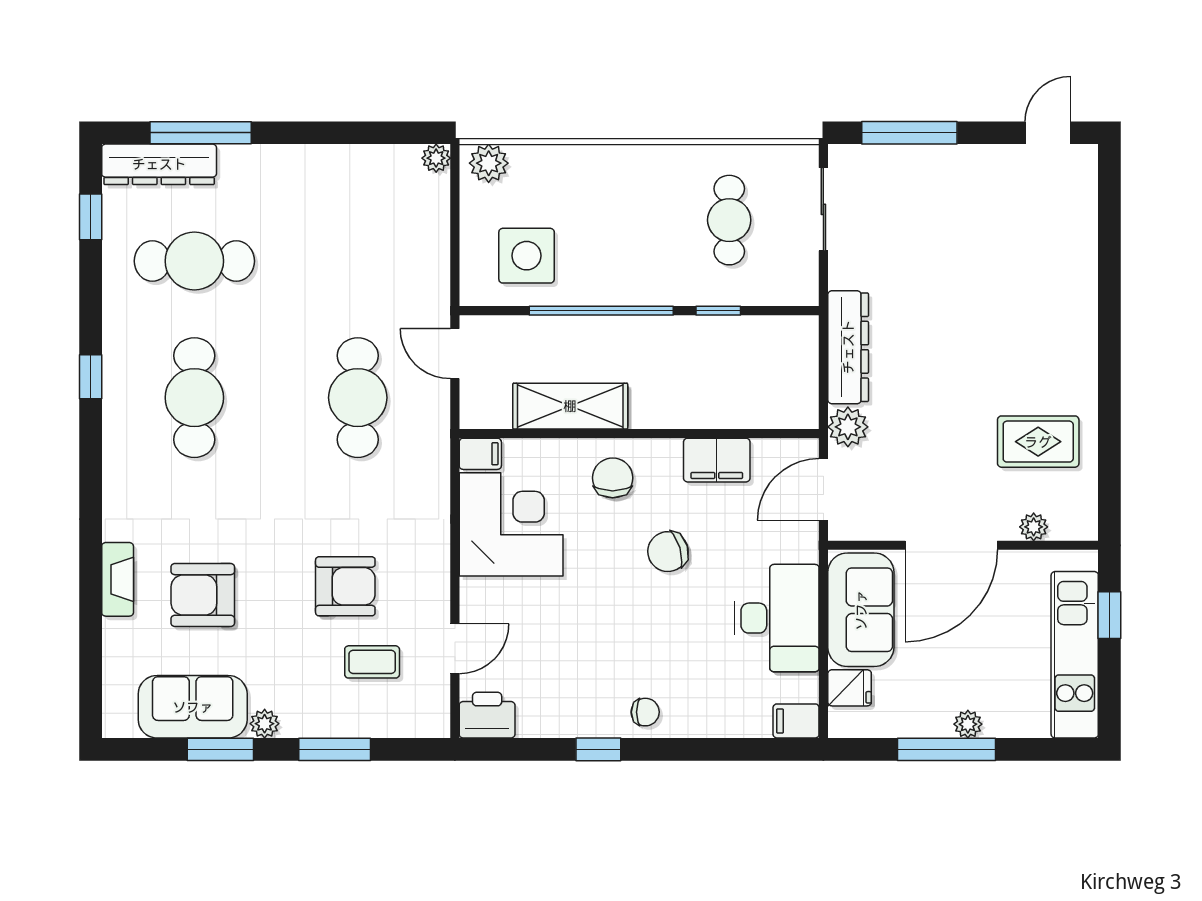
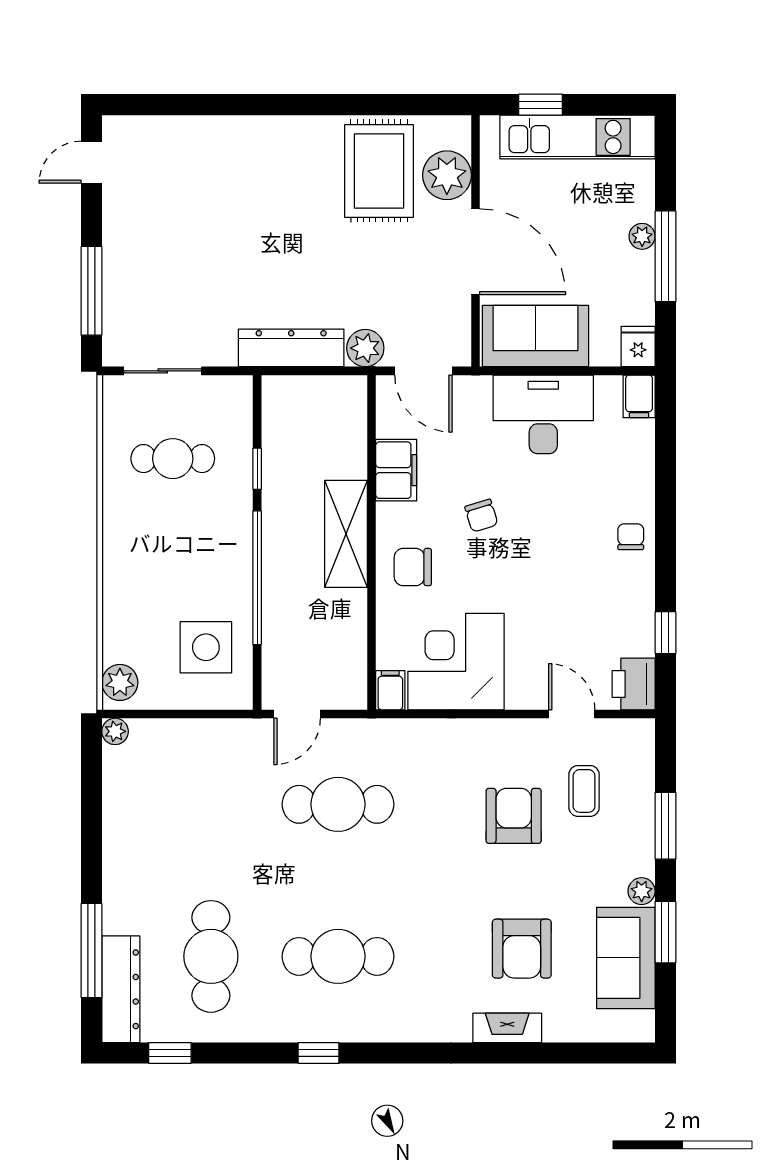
door: (1048, 133) -> (91, 162), hinge flipped
shelving: (570, 406) -> (346, 534), moved
rug: (1038, 442) -> (379, 171), width x1.36, depth x1.43
plant: (1034, 527) -> (447, 175), width x1.87, depth x1.87
chair: (668, 552) -> (481, 516), width x0.73, depth x0.73
fridge: (850, 688) -> (638, 347), moved
window: (598, 749) -> (665, 633), moved

